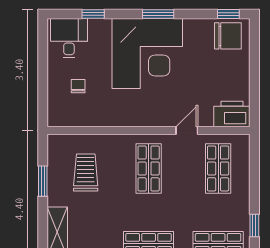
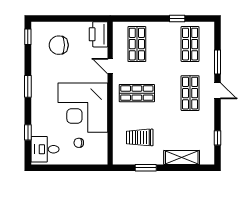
chair: (228, 36) -> (59, 45), moved, turned -90
corner desk: (147, 54) -> (83, 108), moved, turned 180
shop shelf: (218, 168) -> (137, 44), turned 90

